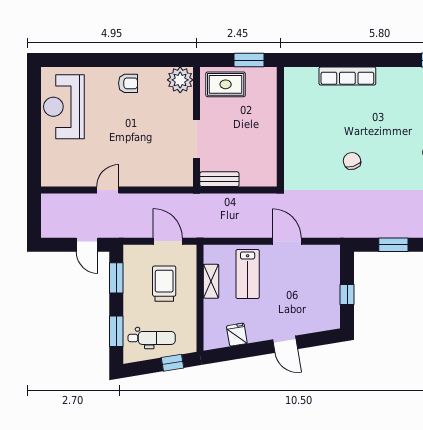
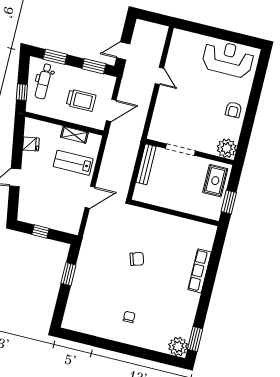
bench: (219, 179) -> (146, 164), width x1.36

